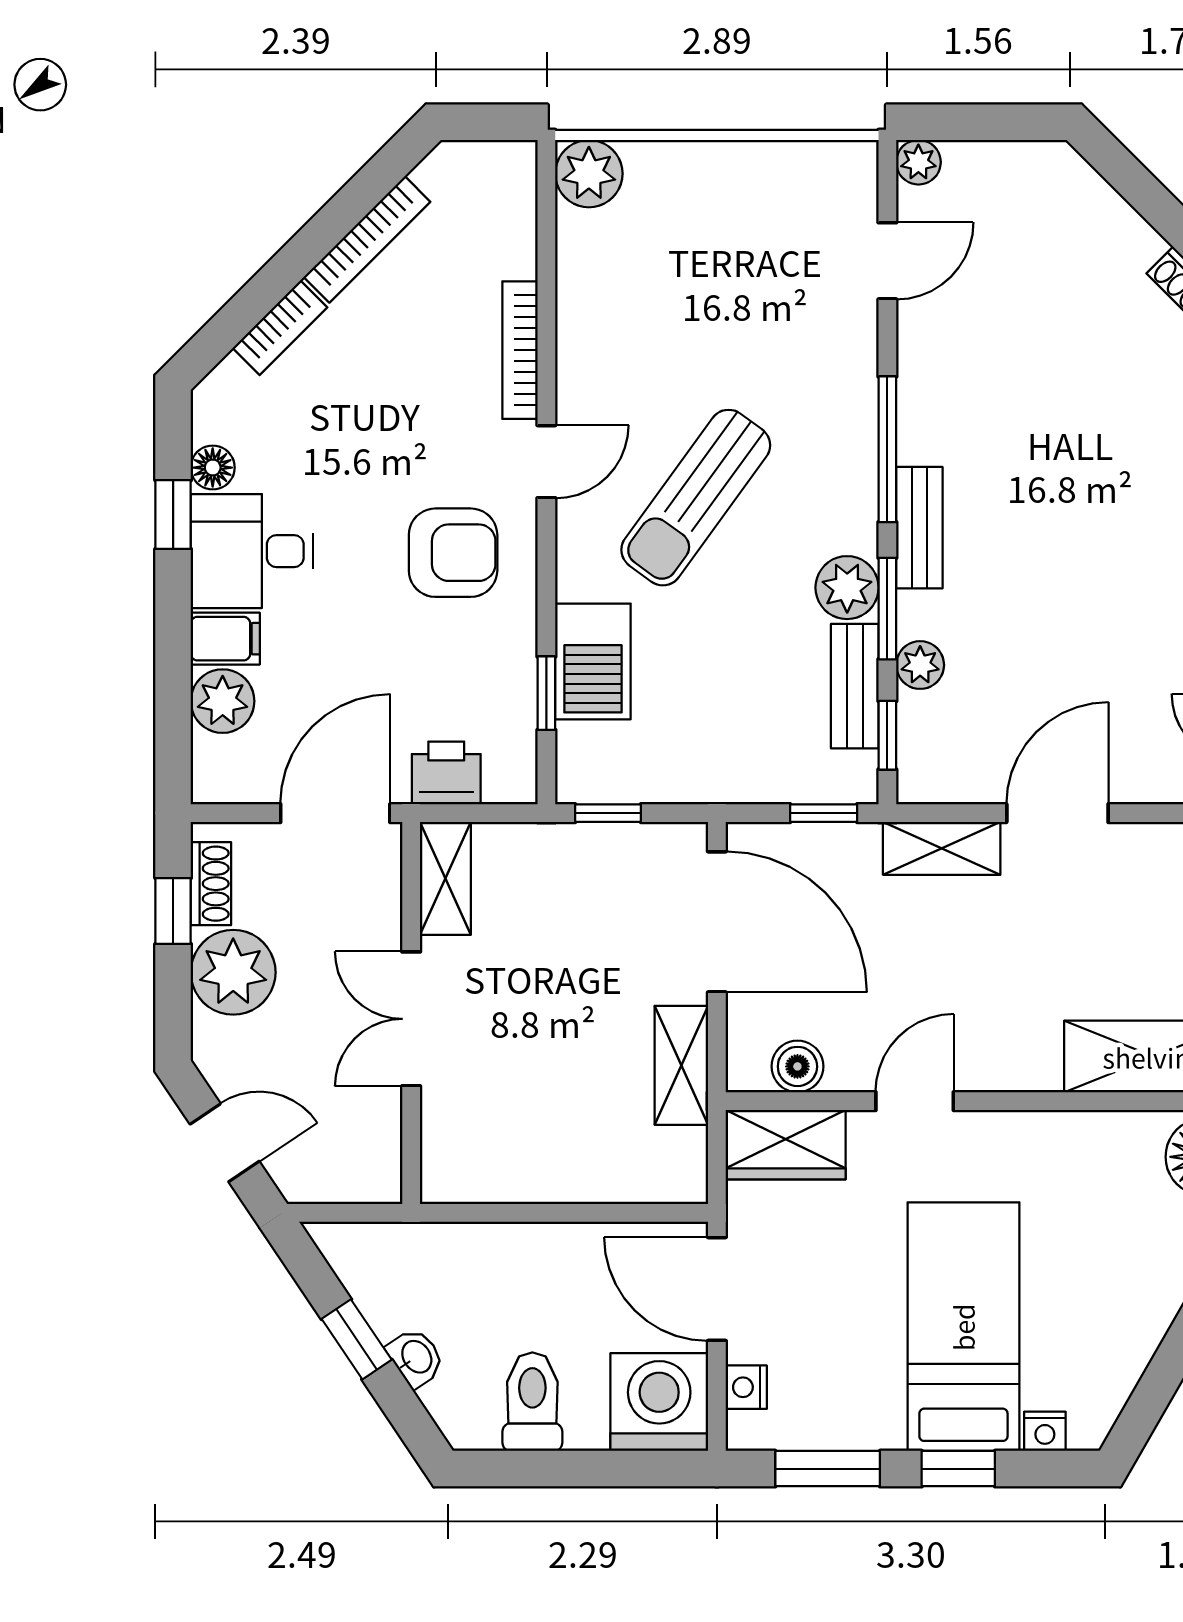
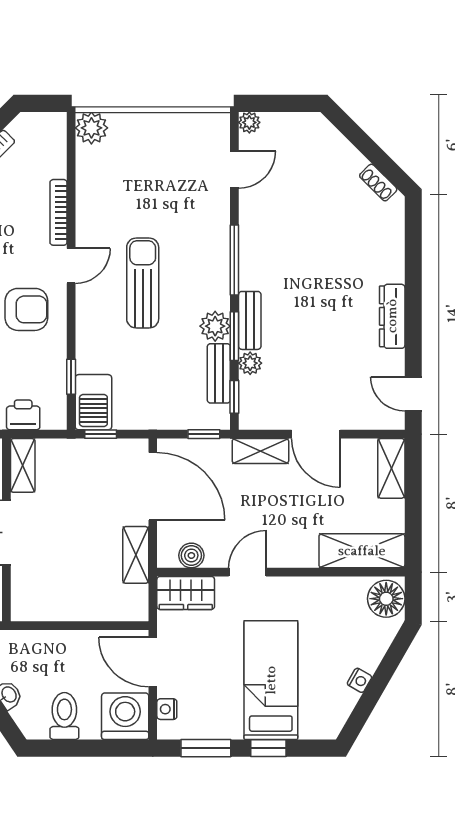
sun lounger: (696, 498) -> (143, 283), turned 144
bench: (919, 528) -> (250, 320), moved
barbecue: (593, 661) -> (93, 402), moved
door: (1057, 813) -> (316, 434), swing flipped
nightstand: (1045, 1431) -> (359, 680), moved, turned -60

